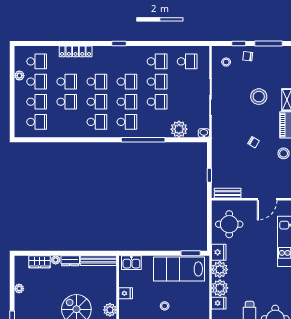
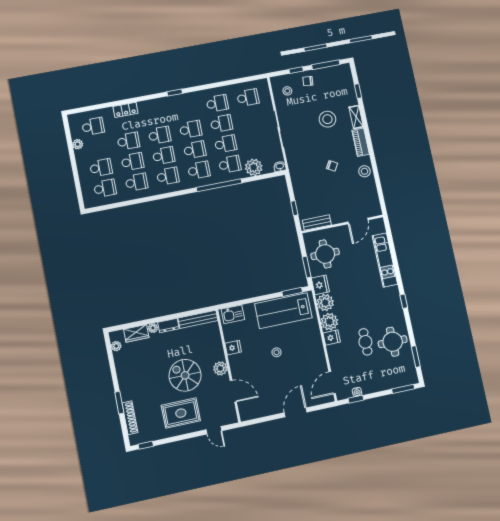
locker: (76, 51) -> (125, 110), width x0.66
school desk: (37, 82) -> (136, 182), moved
school desk: (157, 122) -> (230, 164), added
window: (209, 233) -> (307, 267), added
plant: (19, 289) -> (116, 346), moved

